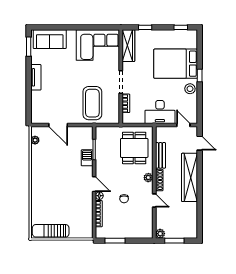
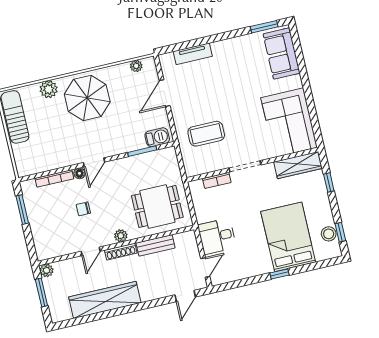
tv unit: (36, 77) -> (193, 54), moved
stool: (190, 89) -> (329, 234), moved
coffee table: (92, 103) -> (206, 134), width x0.73, depth x0.76
desk: (160, 112) -> (217, 236), width x0.73
barbecue: (87, 158) -> (157, 137), moved
wardrobe: (190, 177) -> (105, 300), moved
parasol: (49, 179) -> (87, 98), added
plant: (37, 203) -> (49, 89), added

